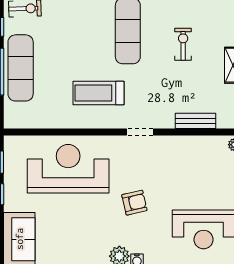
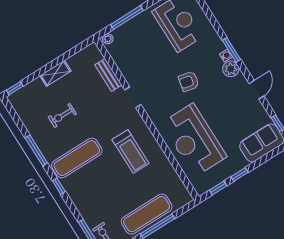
doorway: (140, 132) -> (133, 97), moved
armchair: (134, 203) -> (189, 81), turned -65

